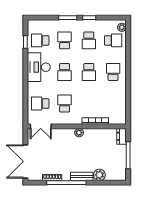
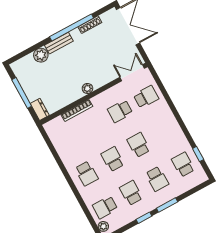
school desk: (40, 40) -> (183, 165), turned -90
desk: (39, 67) -> (169, 135), removed
school desk: (65, 104) -> (120, 111), turned 90

